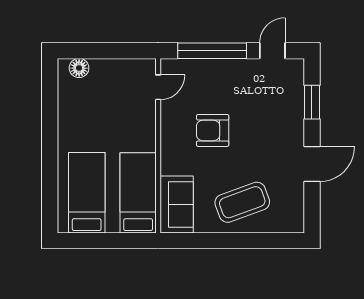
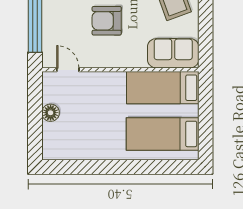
floor lamp: (79, 68) -> (51, 113), moved
armchair: (213, 130) -> (107, 21), turned 90

